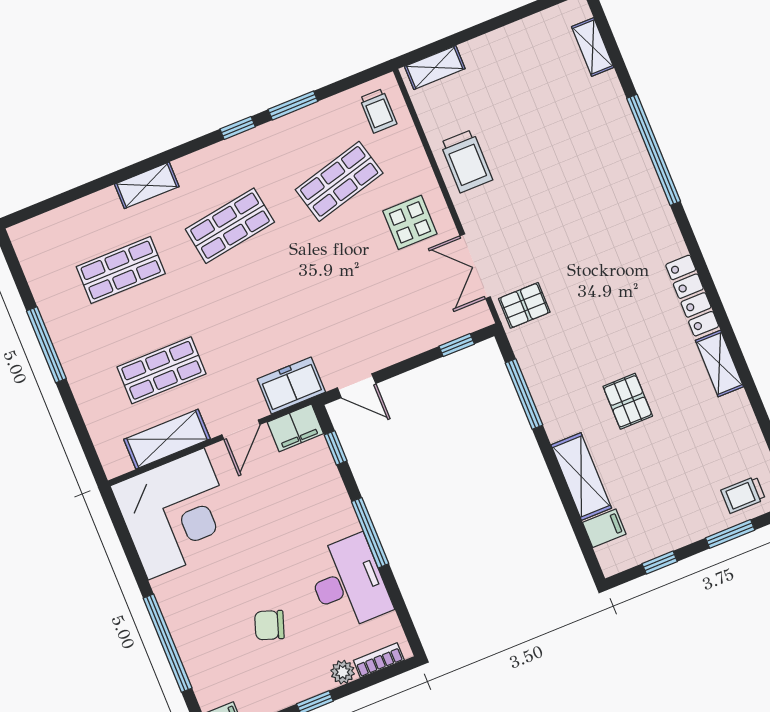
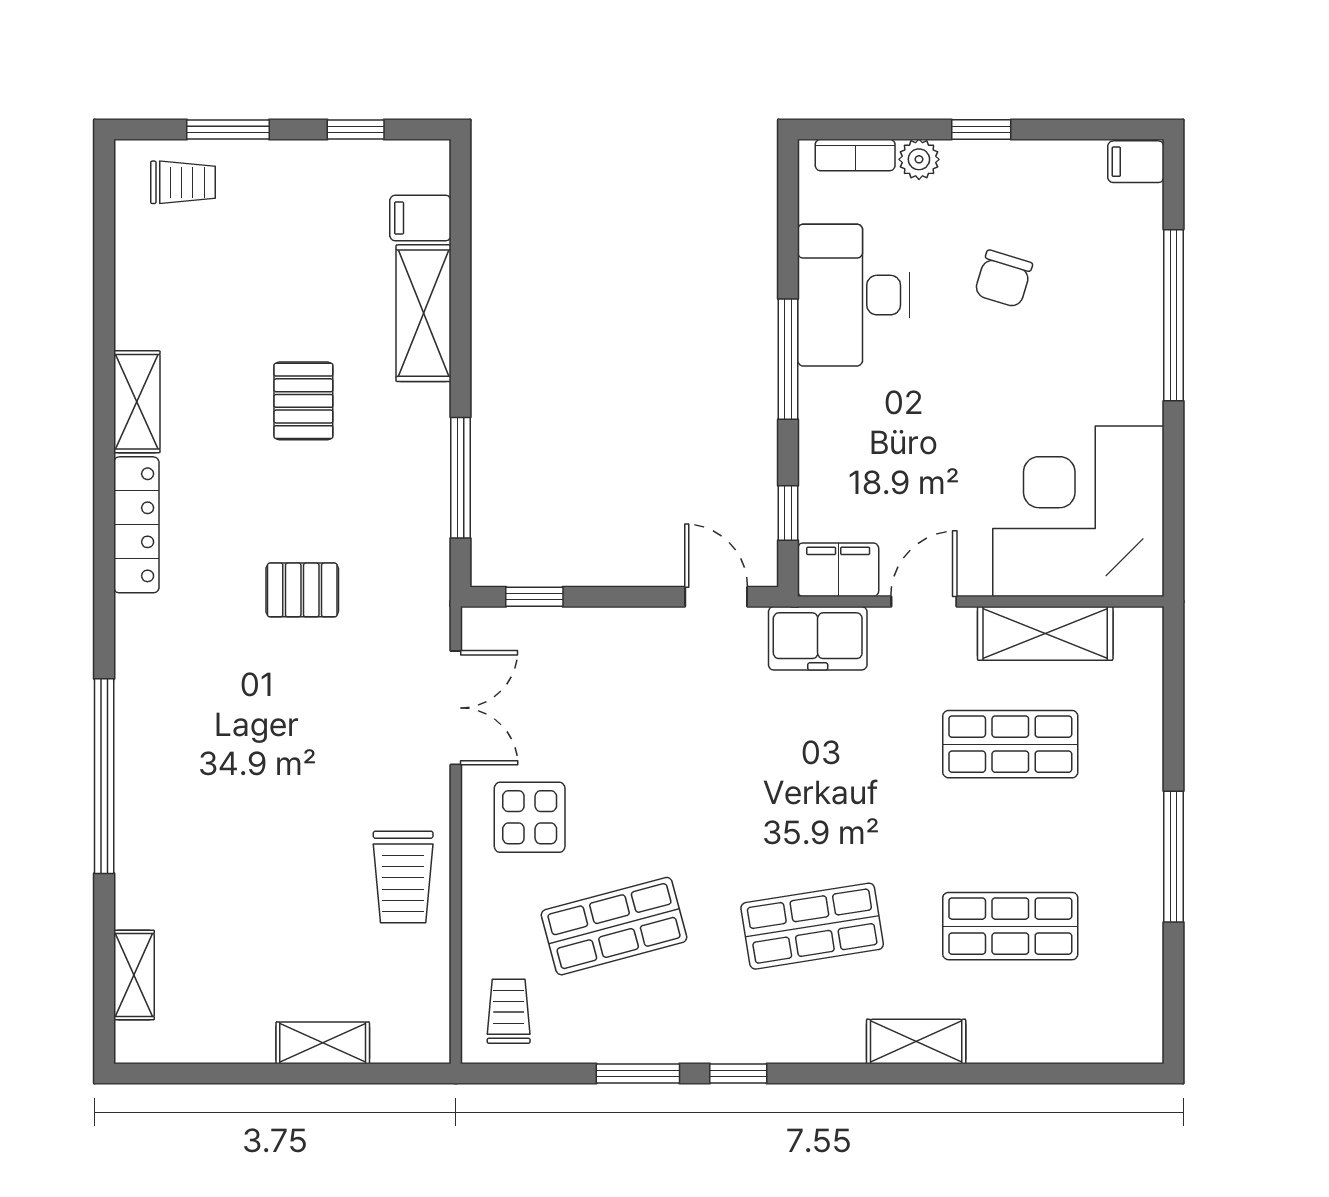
shelving: (435, 68) -> (323, 1043), moved
trolley: (466, 161) -> (403, 877), turned 180
pallet: (524, 305) -> (302, 590), moved
chair: (269, 625) -> (1003, 279), turned 88

